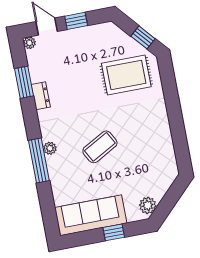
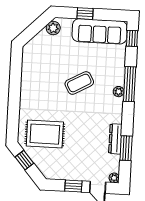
dresser: (41, 96) -> (115, 139), width x1.44
window: (50, 217) -> (132, 38), added

